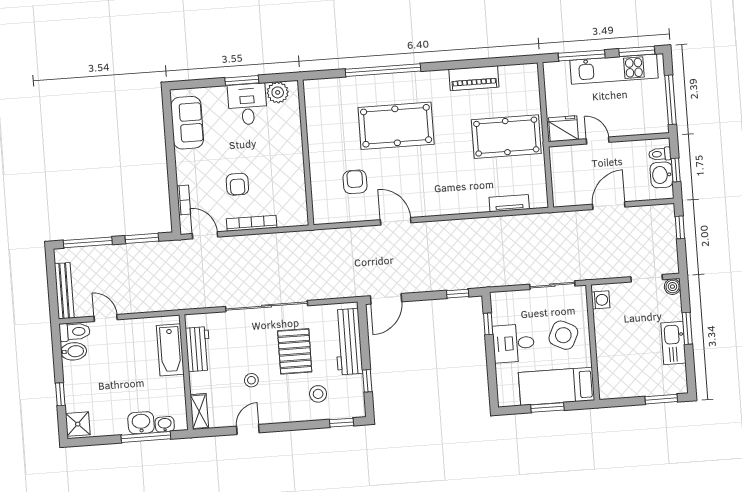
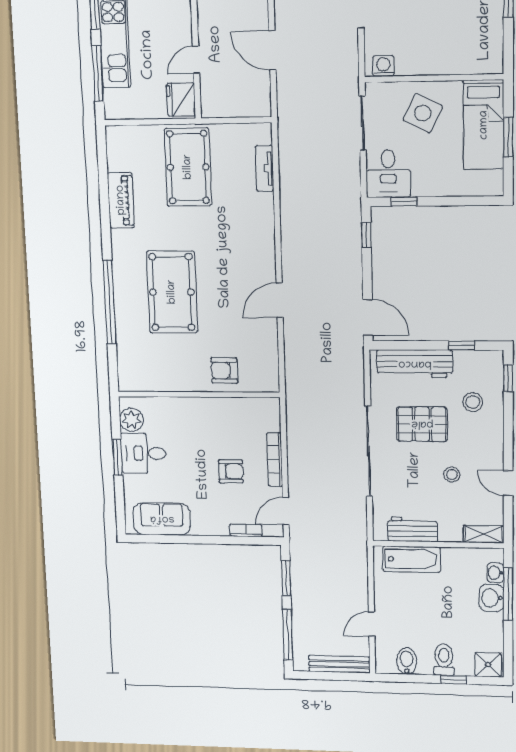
armchair: (355, 182) -> (224, 370), moved
toilet: (75, 332) -> (444, 660), moved
desk: (514, 343) -> (388, 174), moved

